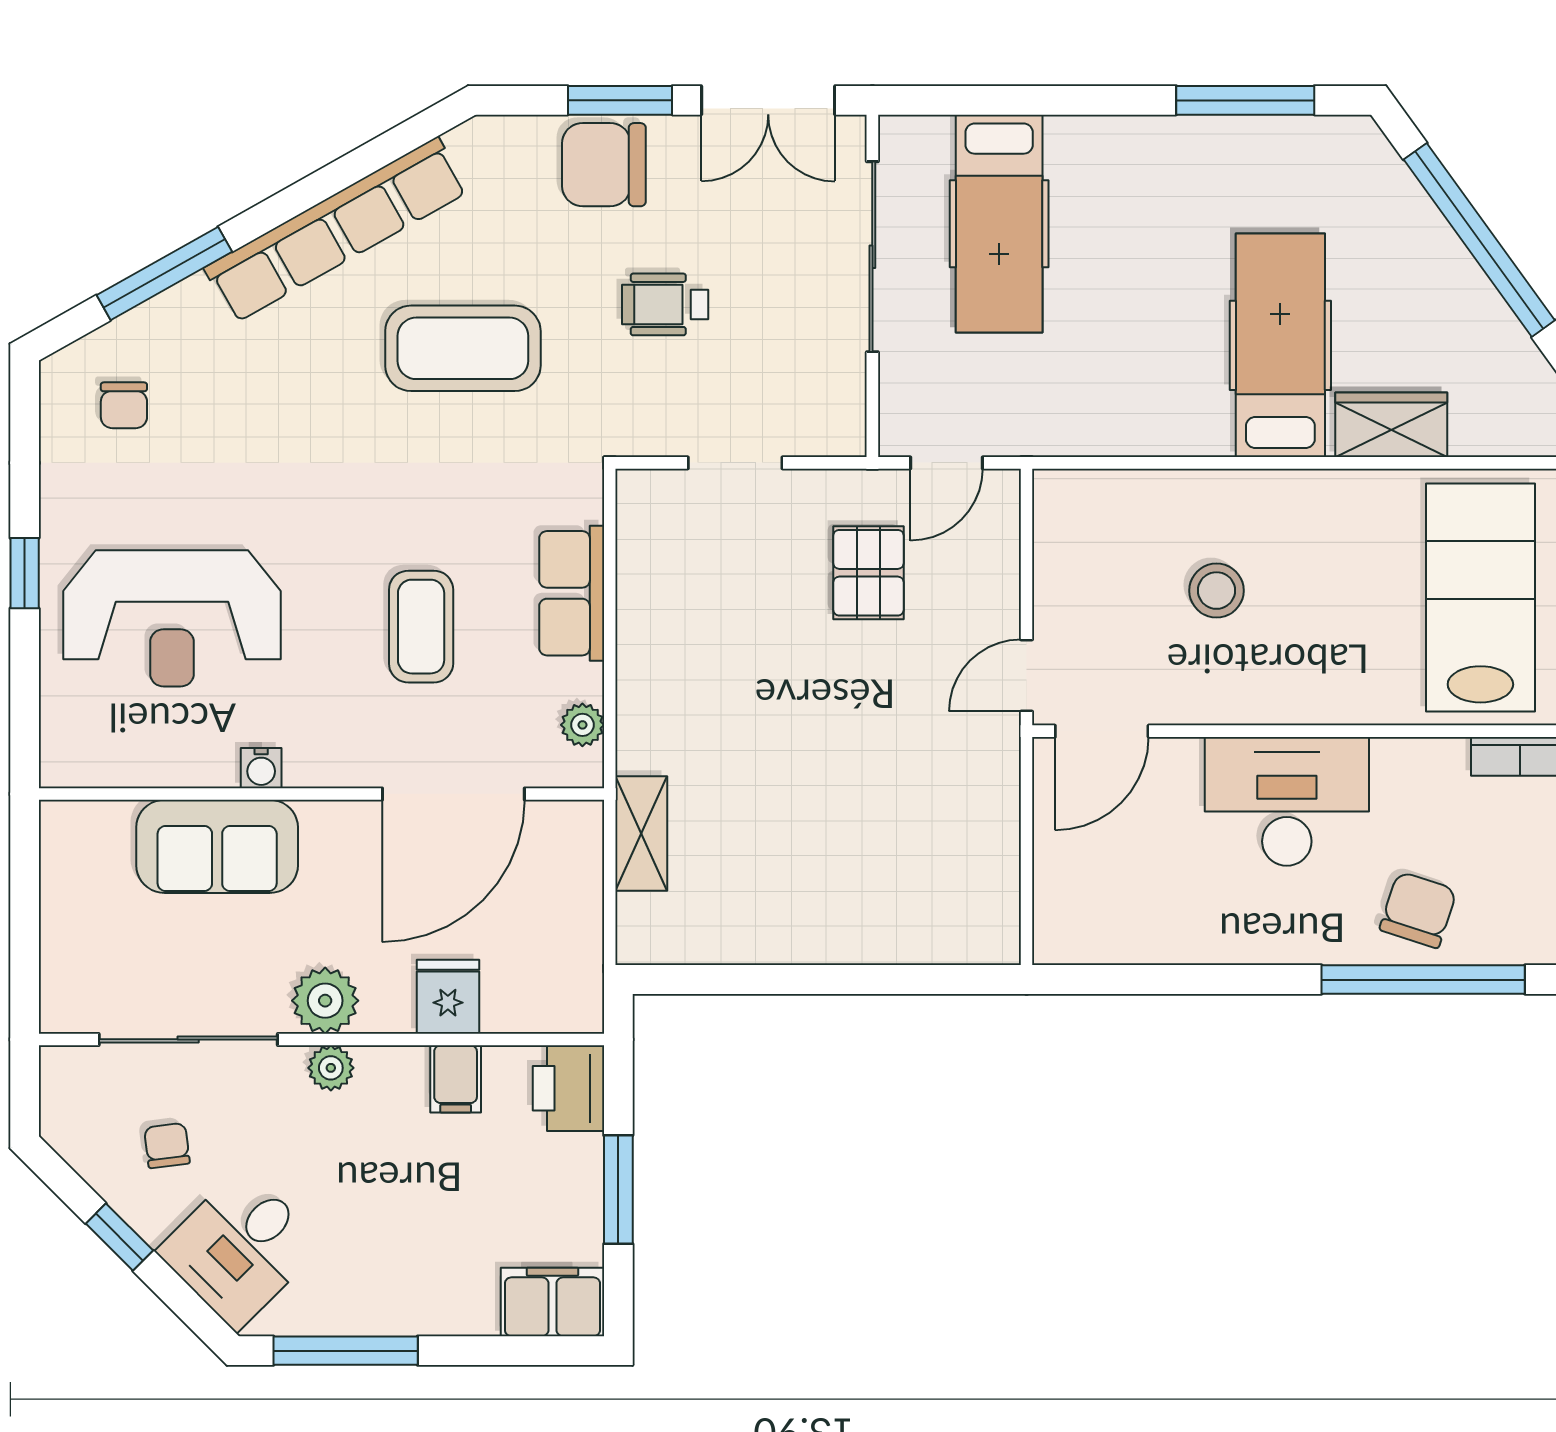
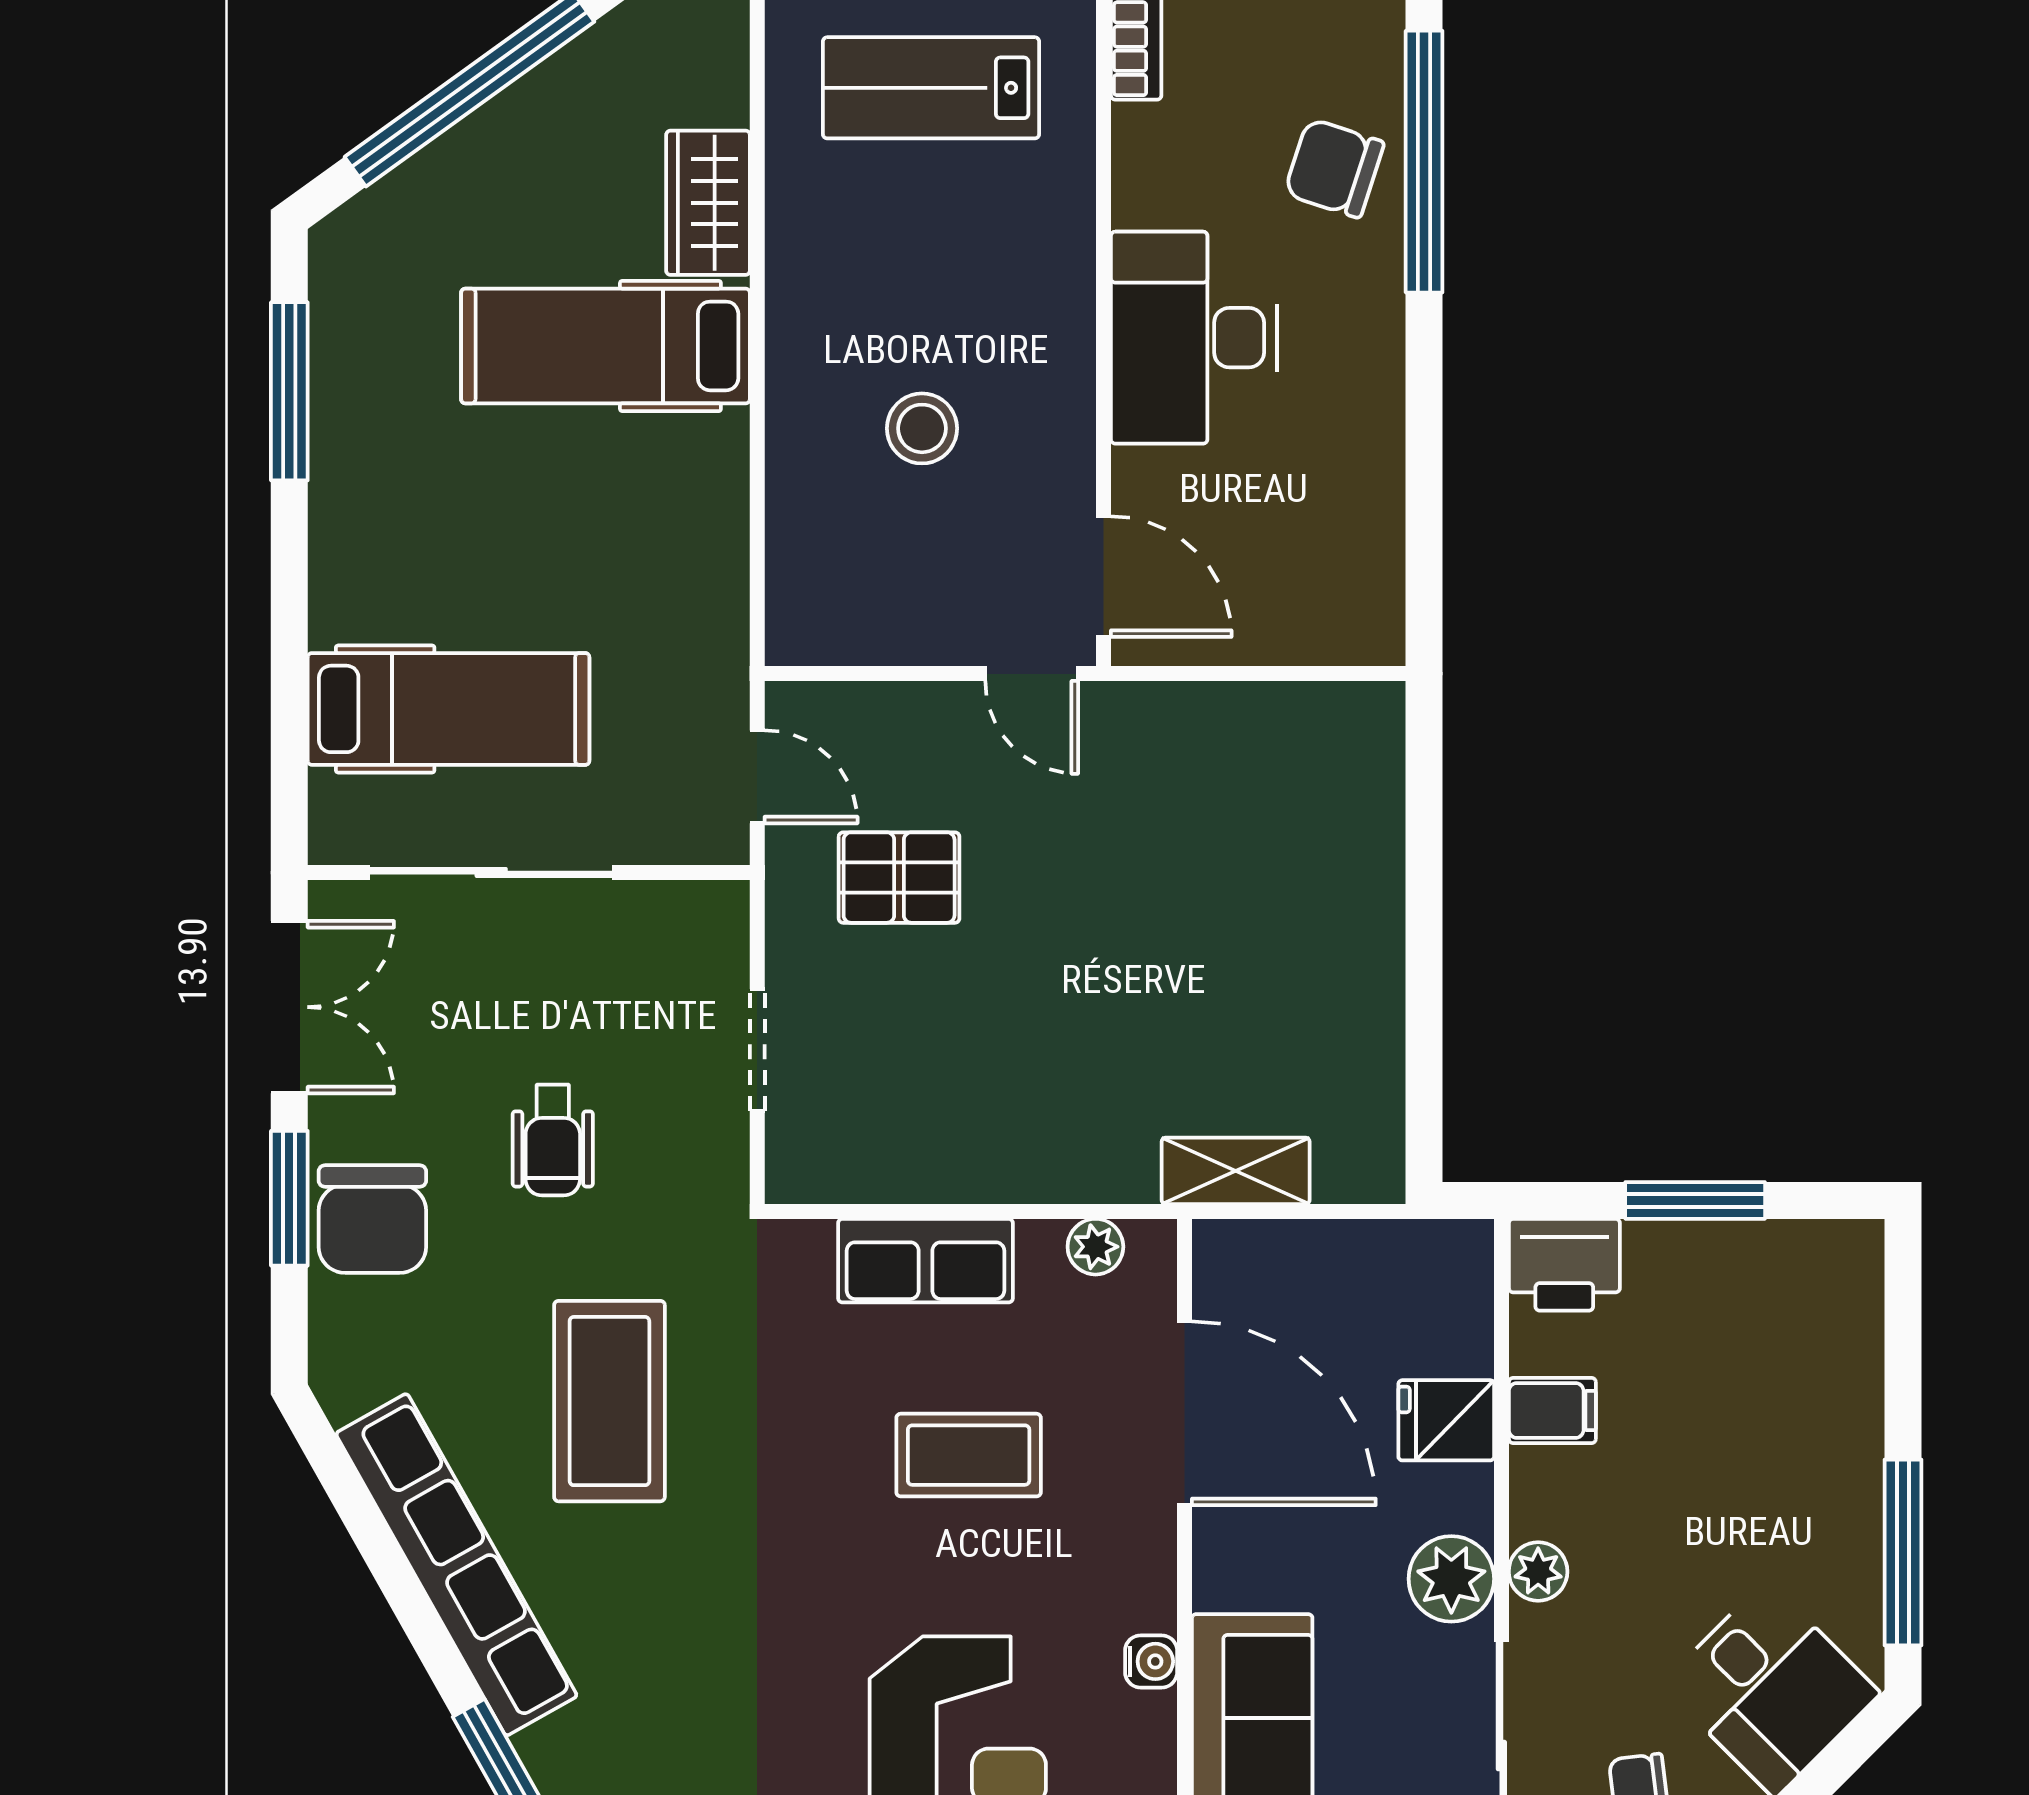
lab bench: (1480, 598) -> (931, 88), width x0.73, depth x0.72
filing cabinet: (552, 1302) -> (1840, 1285), removed

